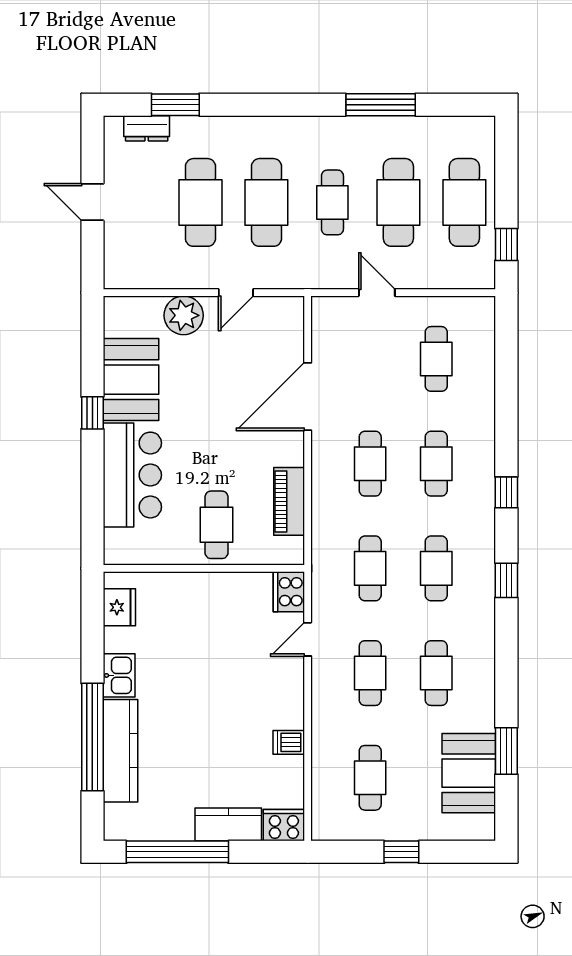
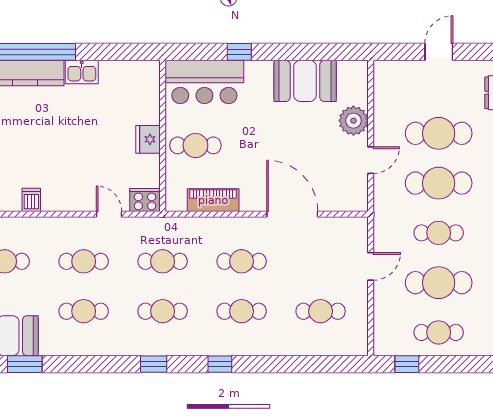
cafe table: (464, 202) -> (439, 332), width x0.73, depth x0.74
door: (236, 293) -> (371, 160), swing flipped
window: (92, 413) -> (239, 52), moved
bar counter: (132, 475) -> (204, 82), moved
fridge: (119, 607) -> (148, 139), moved, turned 90

